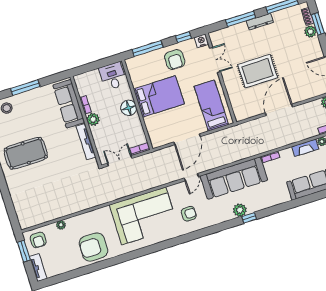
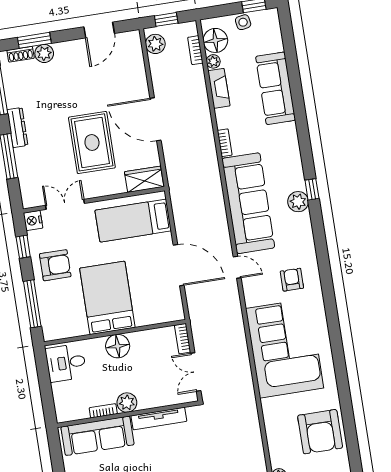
wardrobe: (239, 108) -> (144, 179), added

